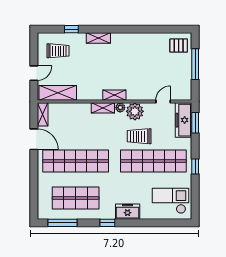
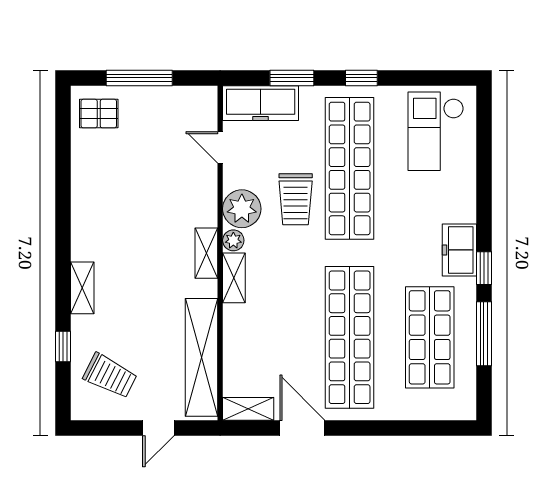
pallet: (179, 46) -> (99, 114), turned 90
trolley: (58, 51) -> (110, 376), turned 117
door: (34, 73) -> (158, 428), swing flipped
shelving: (58, 93) -> (202, 357), width x1.47
window: (195, 123) -> (292, 78), moved
door: (34, 139) -> (302, 428), hinge flipped
freezer: (128, 212) -> (459, 250), moved
window: (63, 223) -> (484, 334), moved

